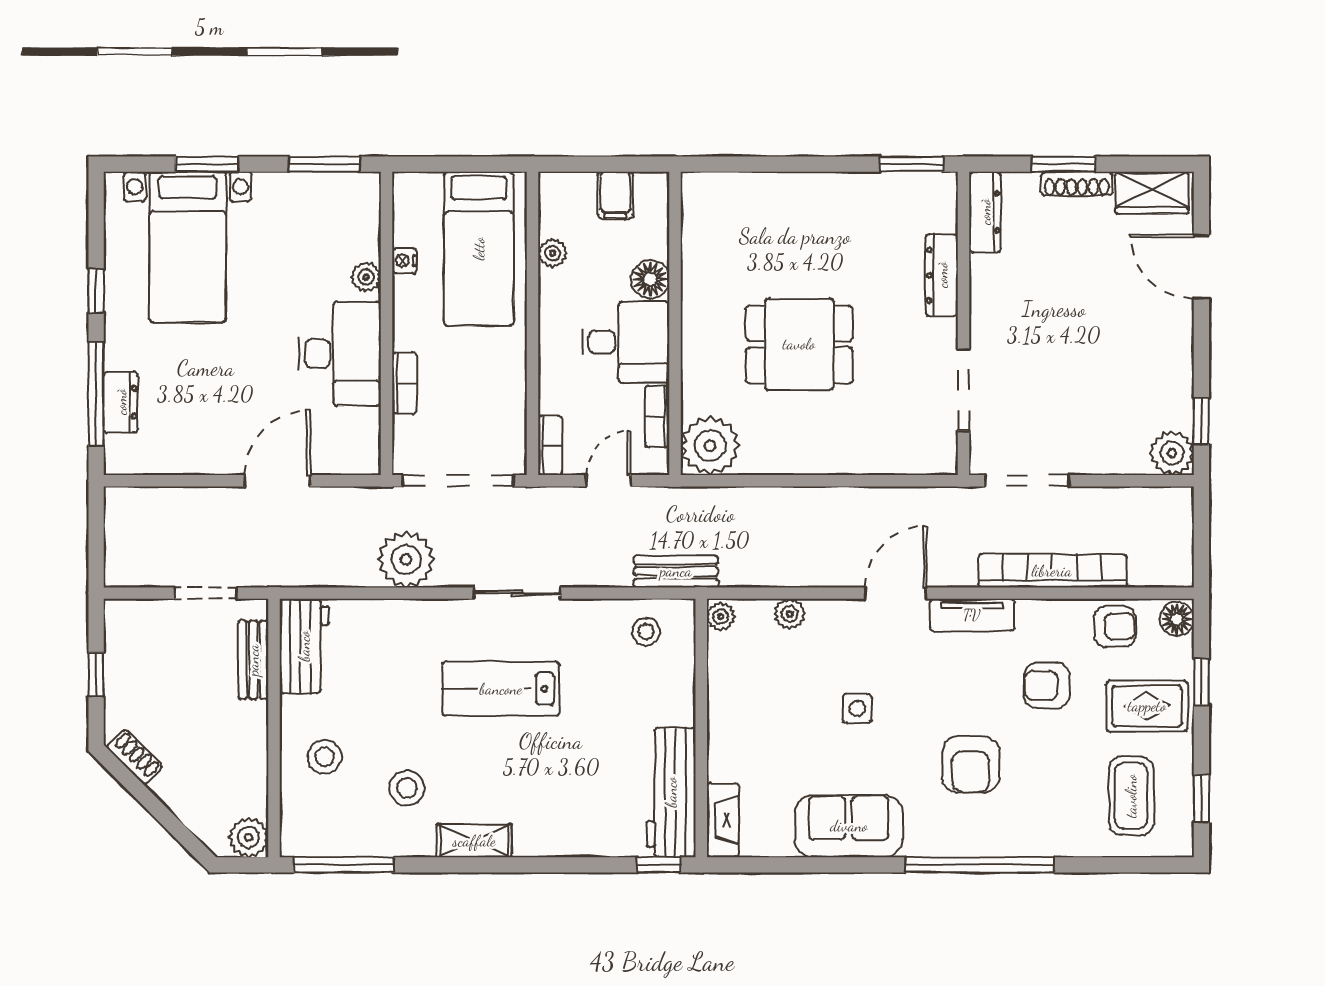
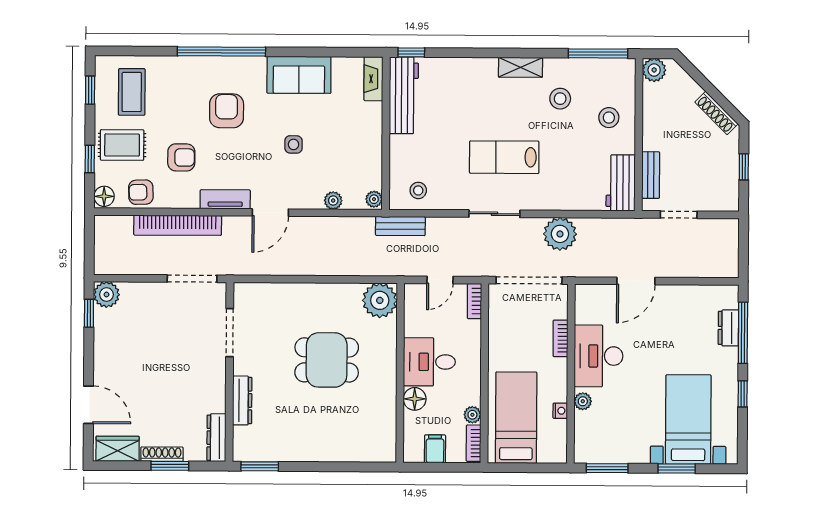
bookcase: (657, 416) -> (473, 443), moved, turned 180
lab bench: (501, 689) -> (504, 157), turned 180
shoe rack: (135, 757) -> (716, 113), width x1.43

